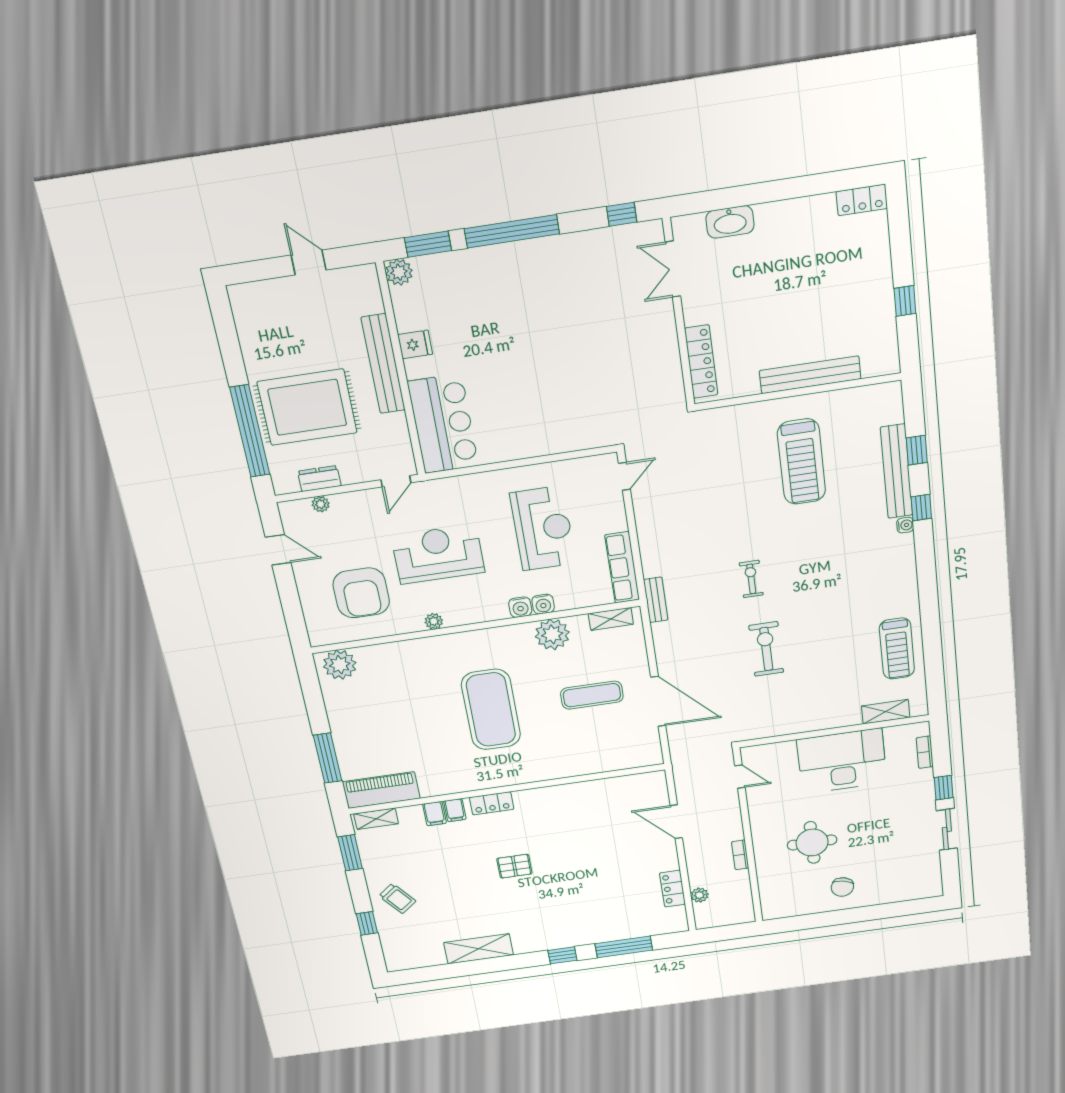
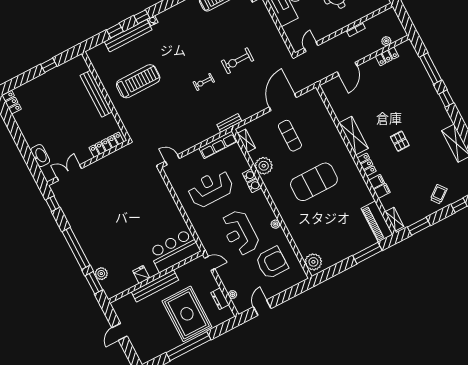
double door: (673, 269) -> (69, 173), swing flipped
plant: (399, 272) -> (101, 274), moved
window: (250, 431) -> (188, 346), moved
shelving: (552, 798) -> (354, 136), added

